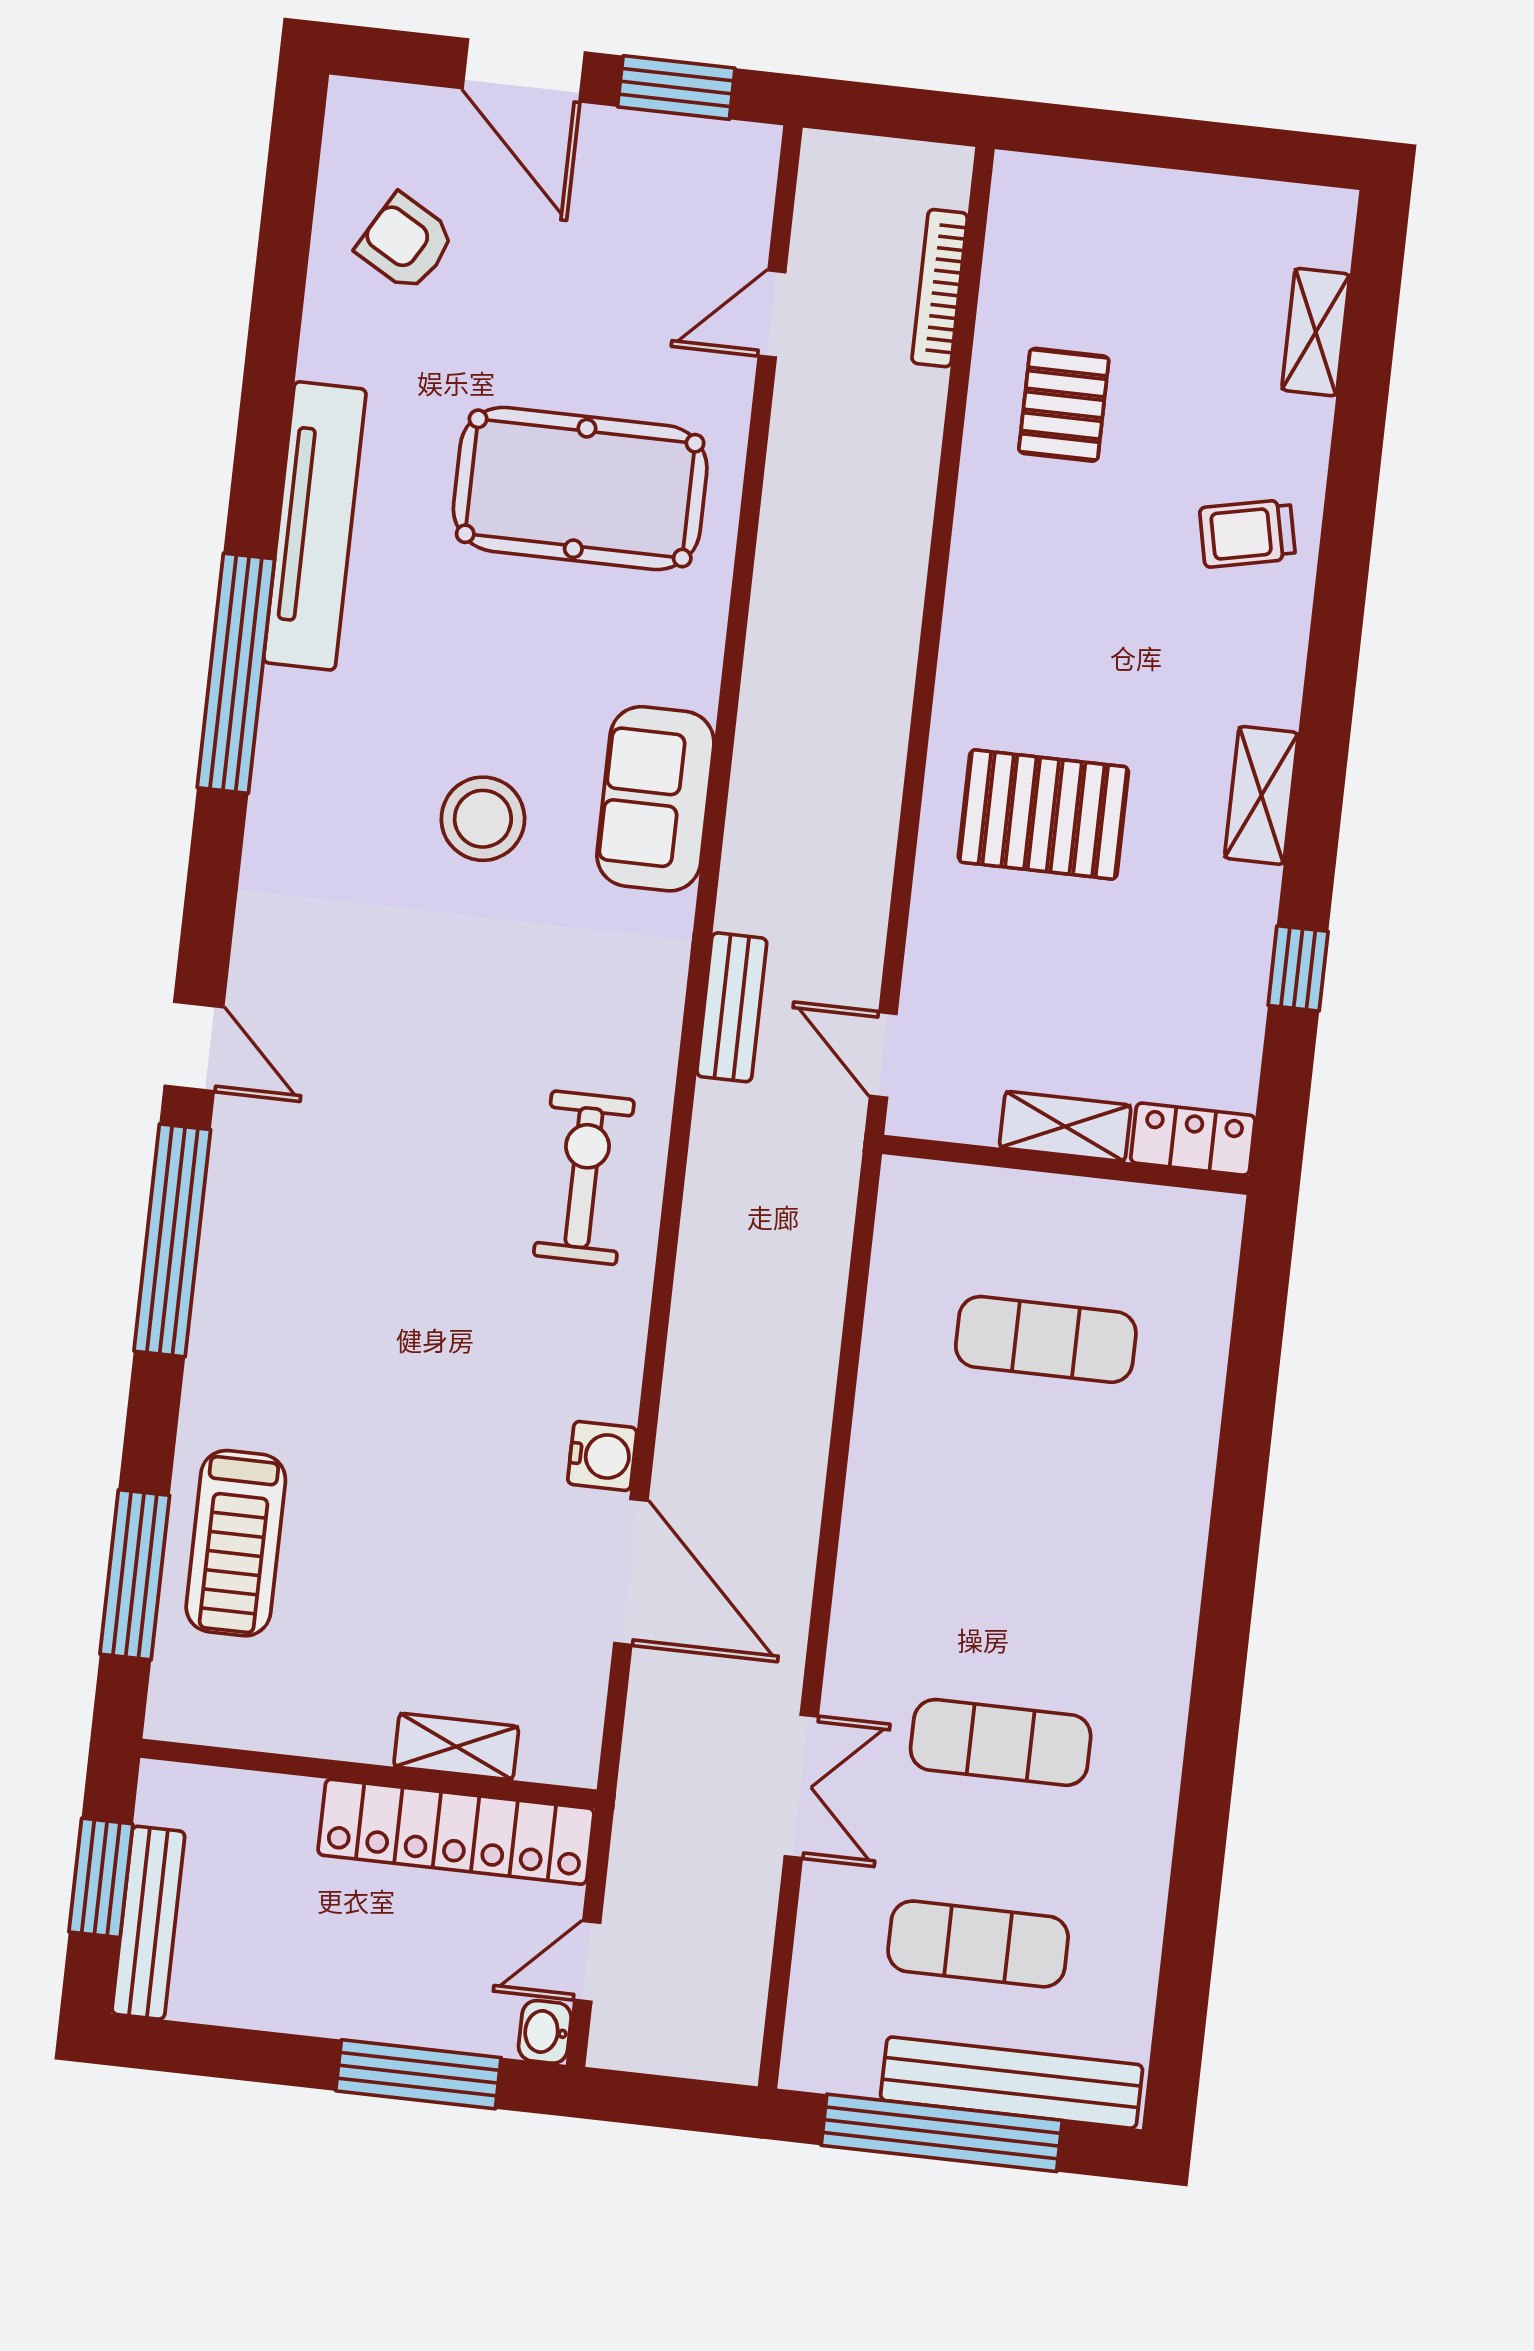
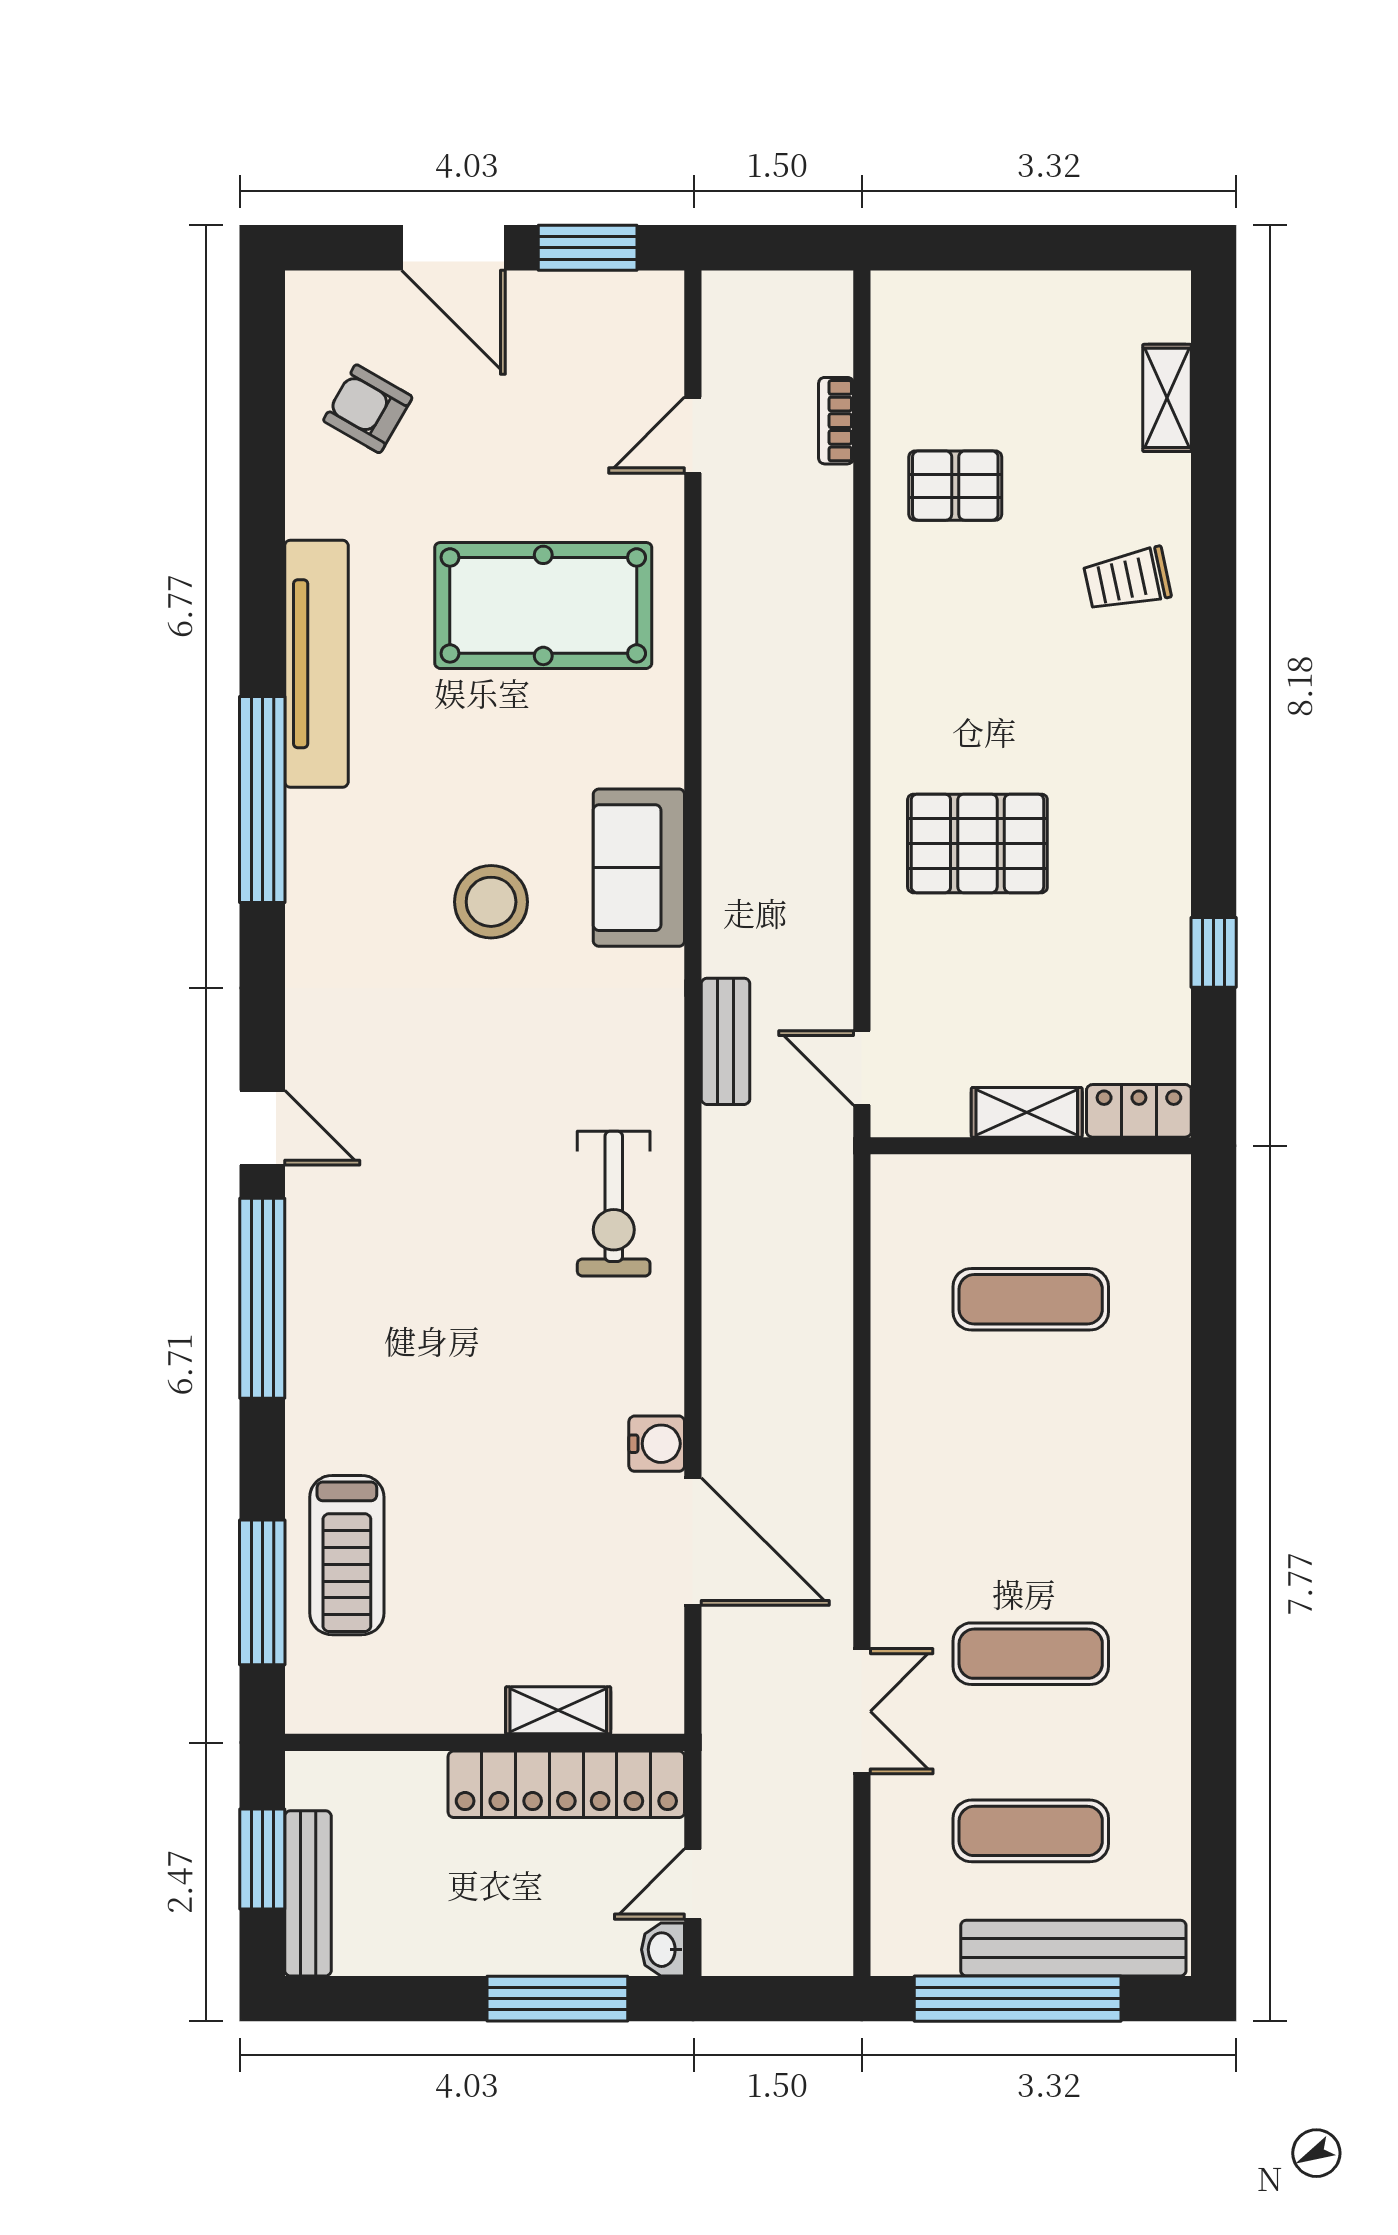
bookcase: (940, 288) -> (836, 421), width x0.64
pallet: (1064, 405) -> (955, 486), turned 90
shelving: (1261, 795) -> (1165, 806), removed
exercise bike: (584, 1178) -> (614, 1204), turned 180

